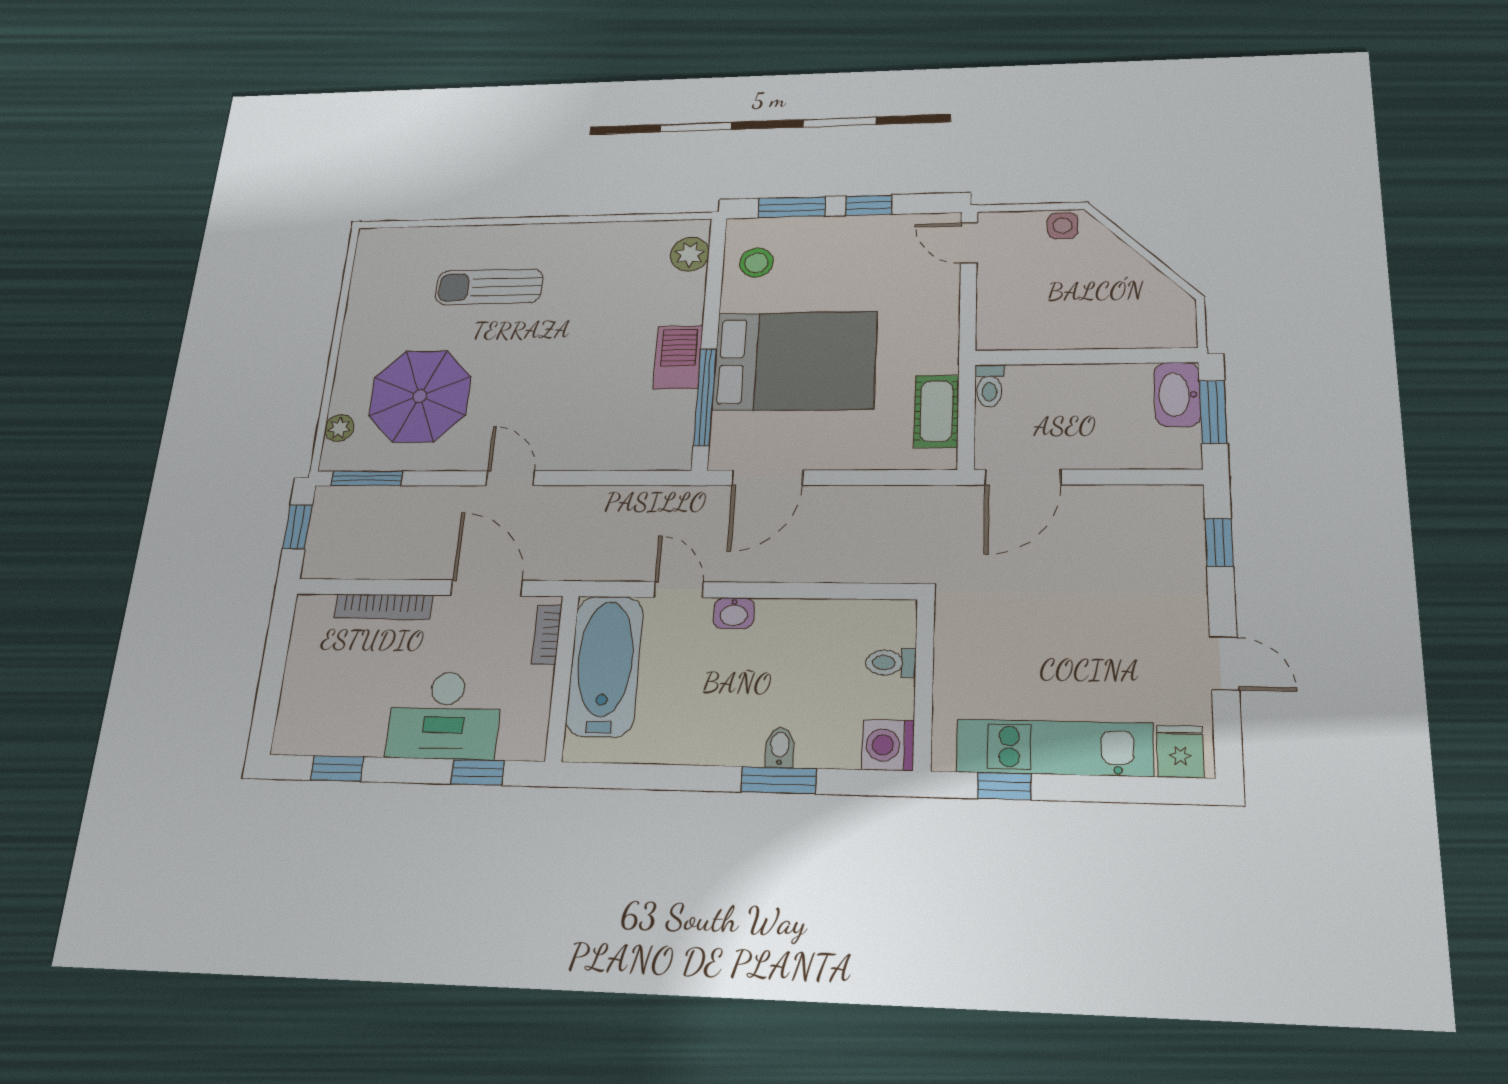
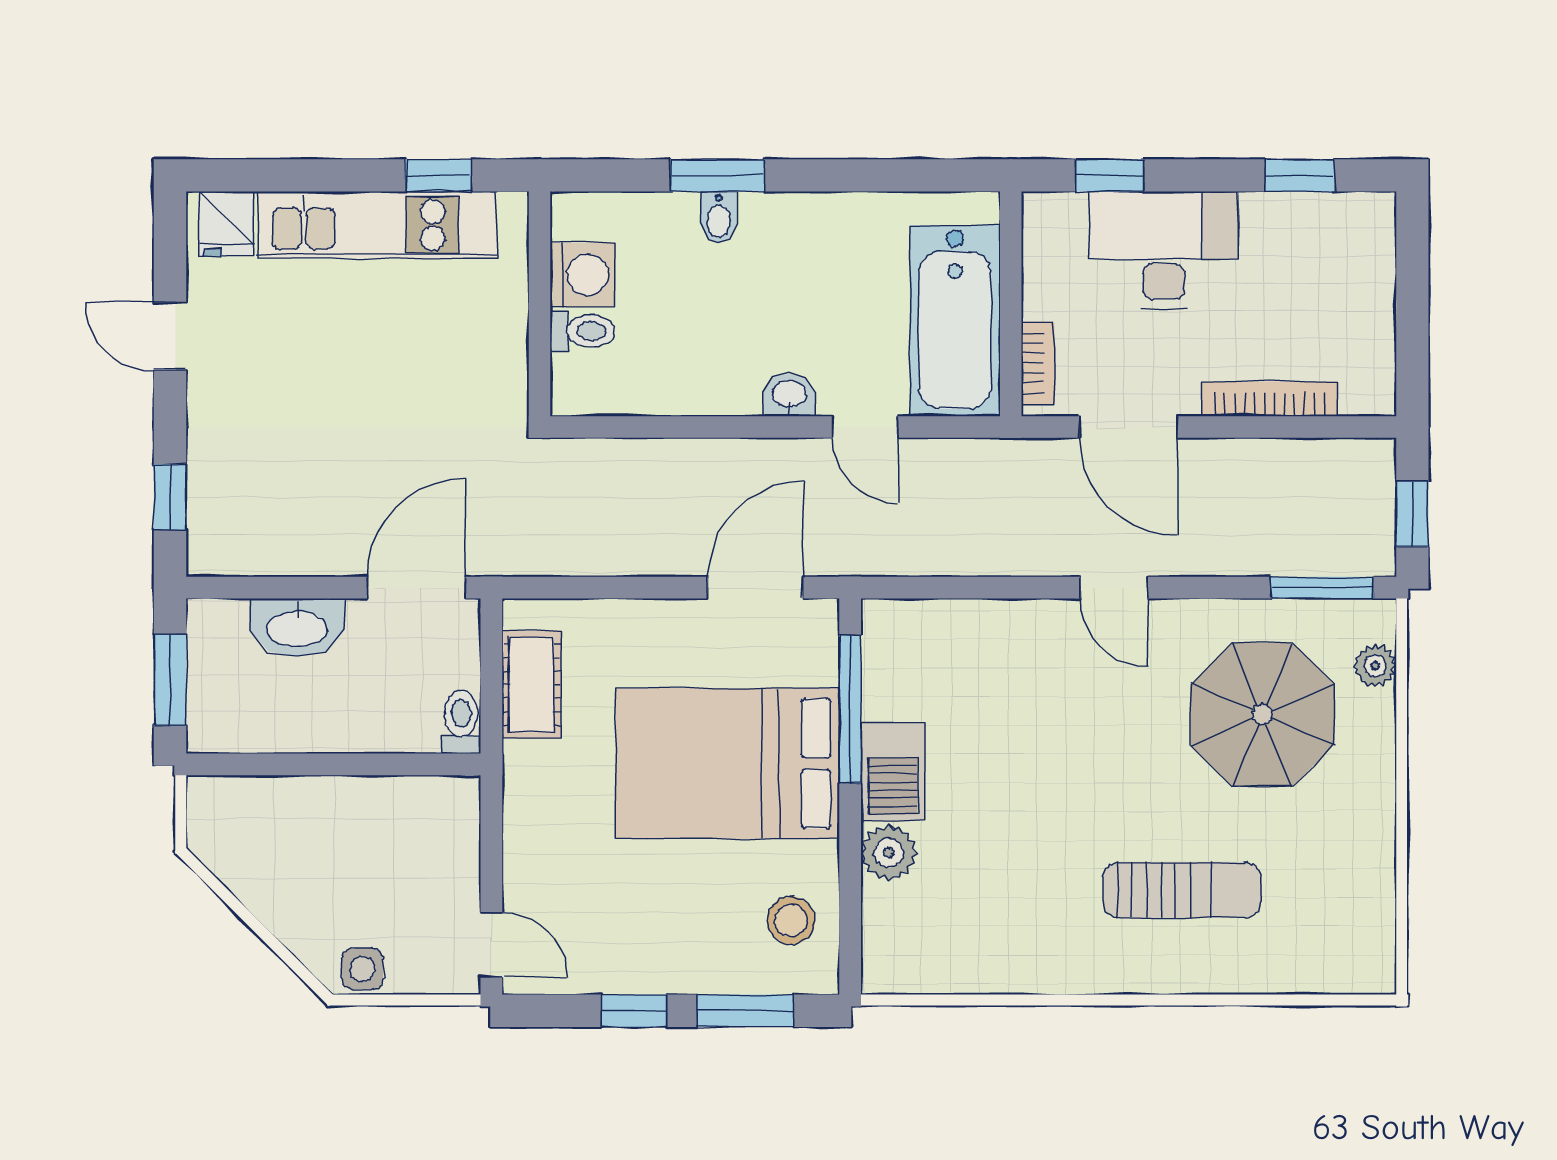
plant: (690, 254) -> (889, 853), moved
washbasin: (1177, 394) -> (297, 627), moved, turned 90
washing machine: (888, 745) -> (582, 275), moved

